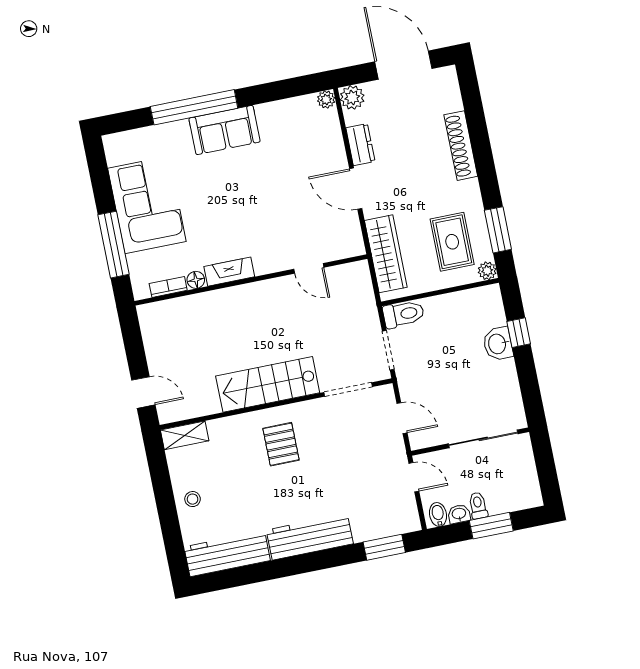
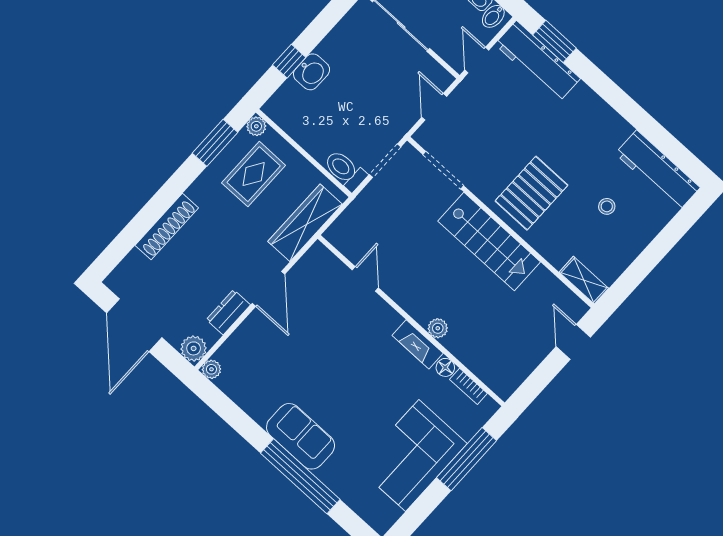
plant: (230, 296) -> (438, 328), added
pallet: (281, 444) -> (531, 193), width x1.50, depth x1.42
stool: (193, 499) -> (607, 206), moved
workbench: (310, 537) -> (538, 61), moved

